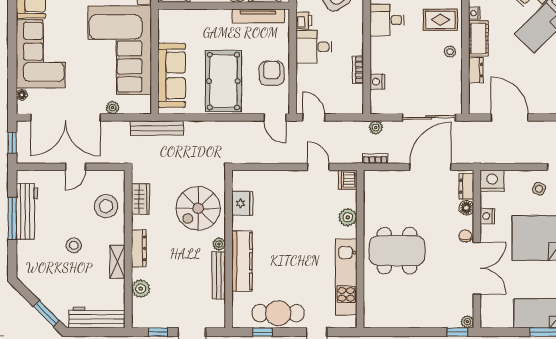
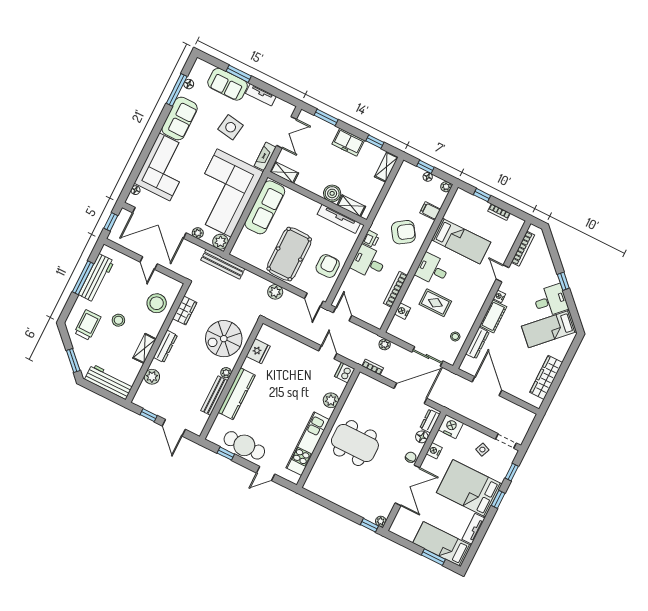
rug: (440, 20) -> (435, 303), moved
stool: (450, 52) -> (455, 336), moved
bookcase: (358, 70) -> (395, 289), width x1.56
dresser: (476, 70) -> (477, 343), width x1.44
sofa: (172, 75) -> (265, 207), moved
plant: (142, 105) -> (220, 242), added
sliding door: (429, 117) -> (427, 356), width x0.73
plant: (229, 130) -> (275, 292), added
door: (76, 167) -> (149, 263), hinge flipped
trolley: (43, 267) -> (88, 325), added

